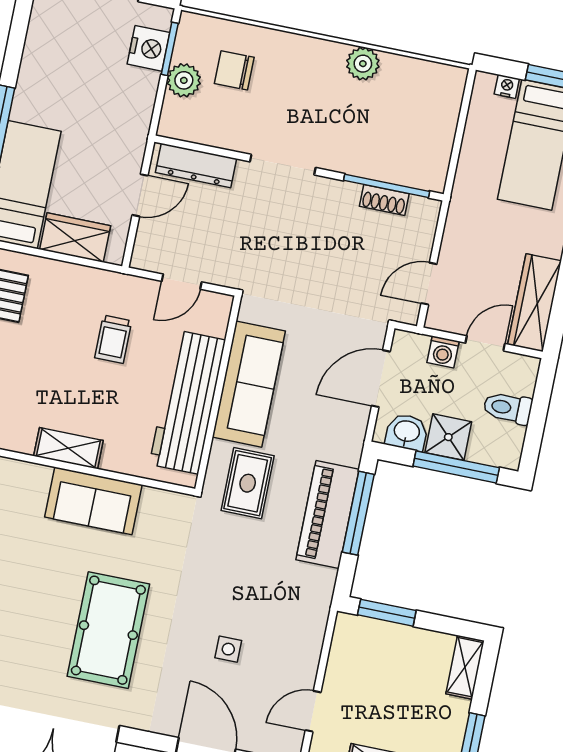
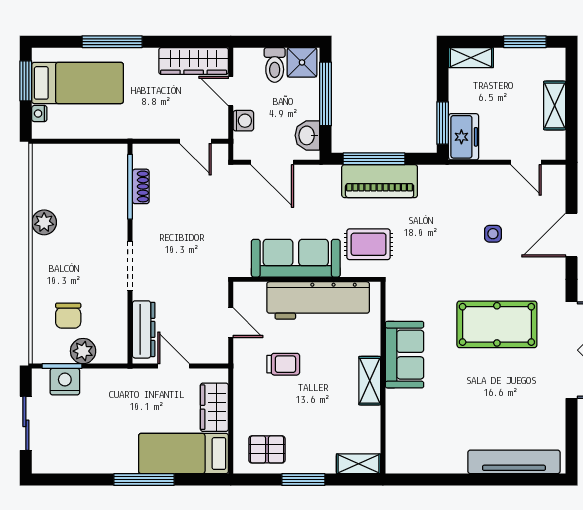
shower: (448, 437) -> (302, 62), moved
freezer: (363, 636) -> (464, 137), added

